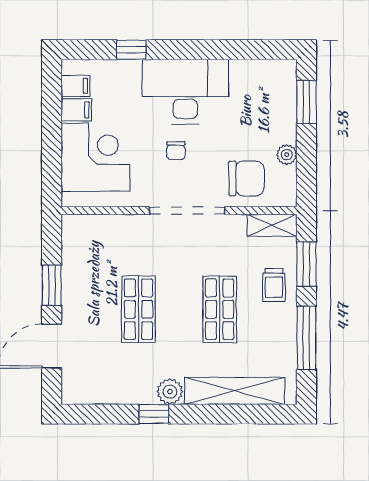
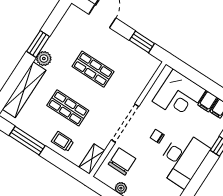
chair: (247, 178) -> (122, 161), turned 180
window: (306, 264) -> (62, 164), removed
window: (52, 285) -> (142, 42), moved
window: (154, 414) -> (38, 44), width x1.50

